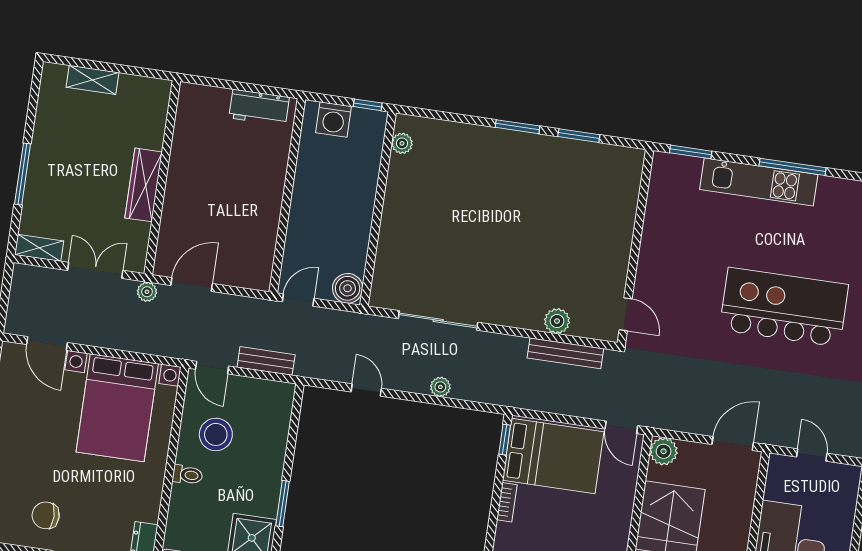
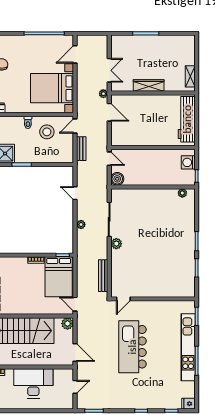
shelving: (92, 80) -> (190, 76), moved
workbench: (259, 108) -> (187, 119), width x1.88, depth x1.32
kitchen unit: (759, 182) -> (188, 347), width x1.36
shelving: (39, 248) -> (115, 45), removed
kitchen island: (784, 307) -> (132, 347), moved, turned 180
plant: (557, 321) -> (116, 244), moved
door: (366, 390) -> (75, 193), swing flipped
door: (621, 427) -> (75, 304), hinge flipped

